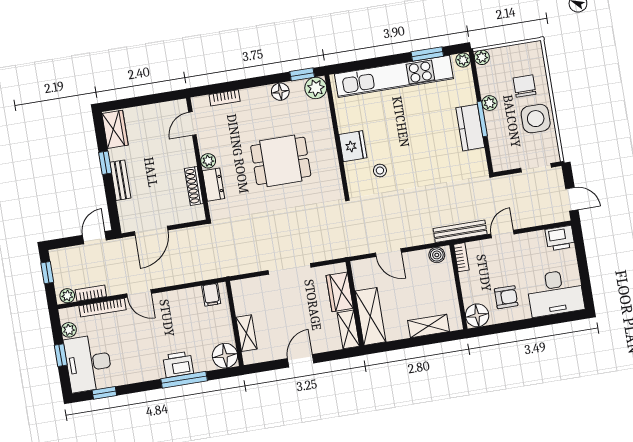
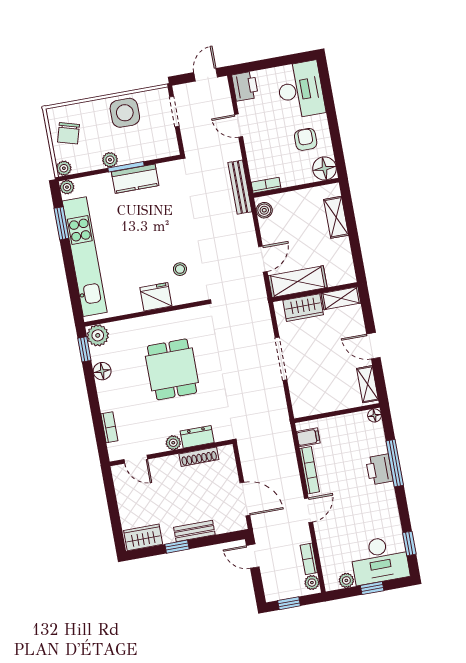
chair: (525, 86) -> (69, 133), moved, turned -74
door: (503, 234) -> (239, 126), moved
bookcase: (102, 308) -> (310, 470), moved
shelving: (370, 316) -> (298, 282), moved
shelving: (246, 333) -> (367, 384), moved, turned 90
floor lamp: (225, 356) -> (374, 415), width x0.53, depth x0.53

